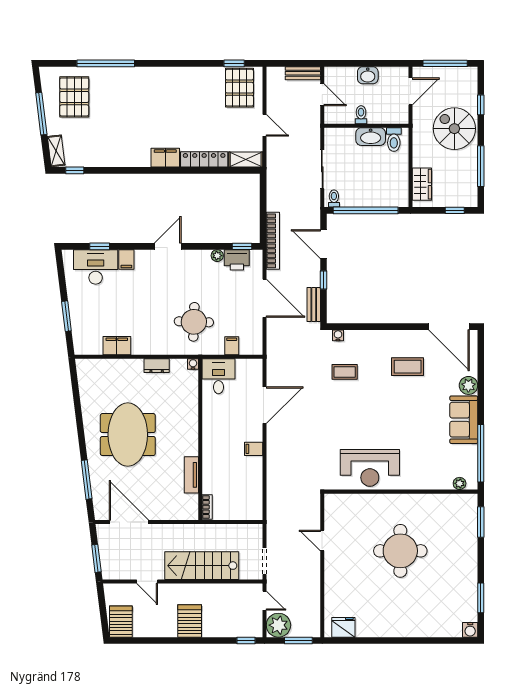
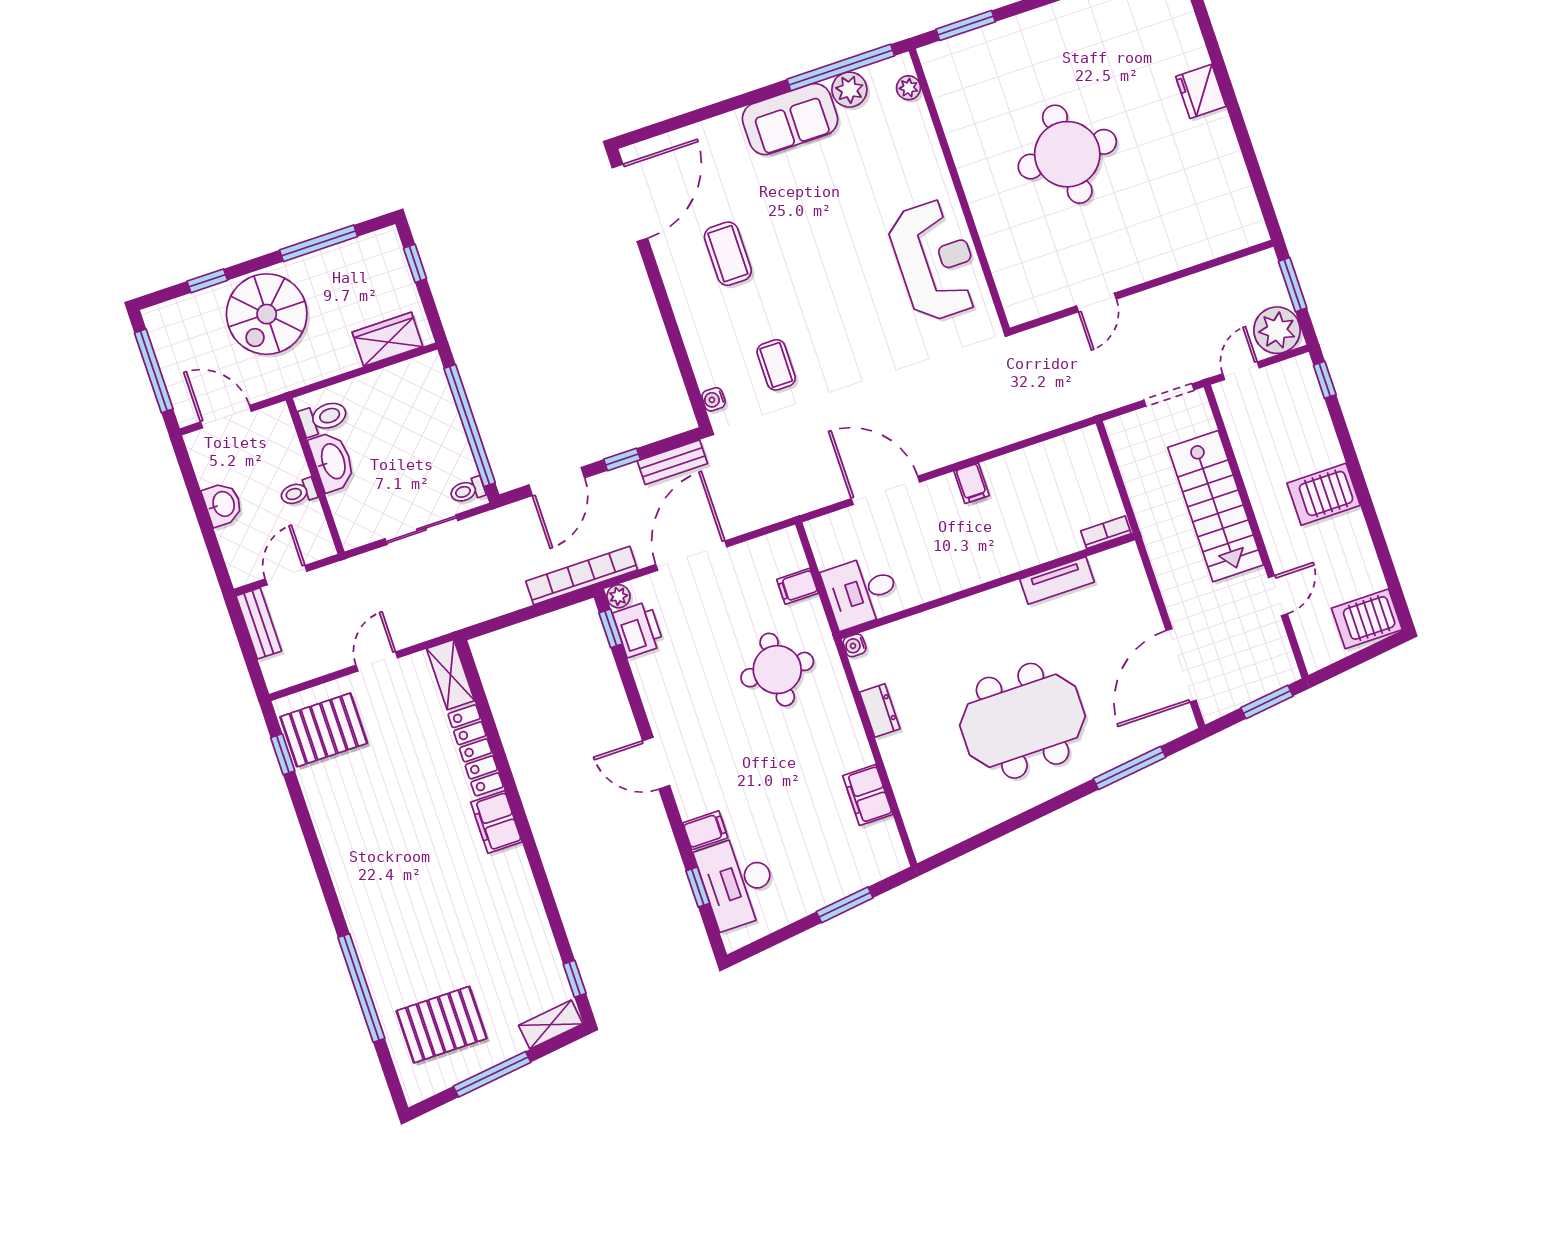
plant: (217, 256) -> (618, 596), moved
plant: (468, 385) -> (849, 90), moved
fridge: (343, 627) -> (1201, 91), moved

